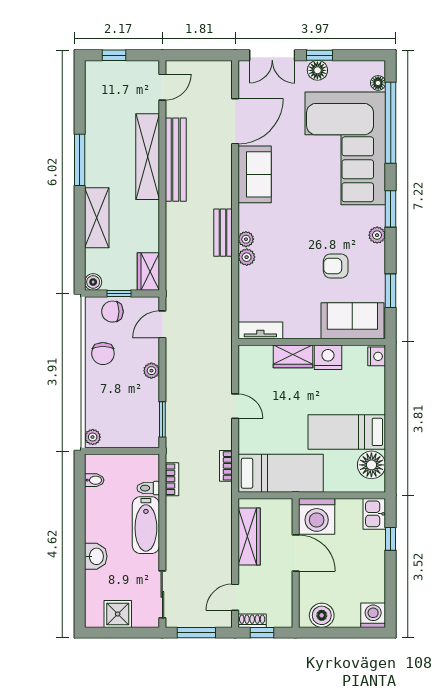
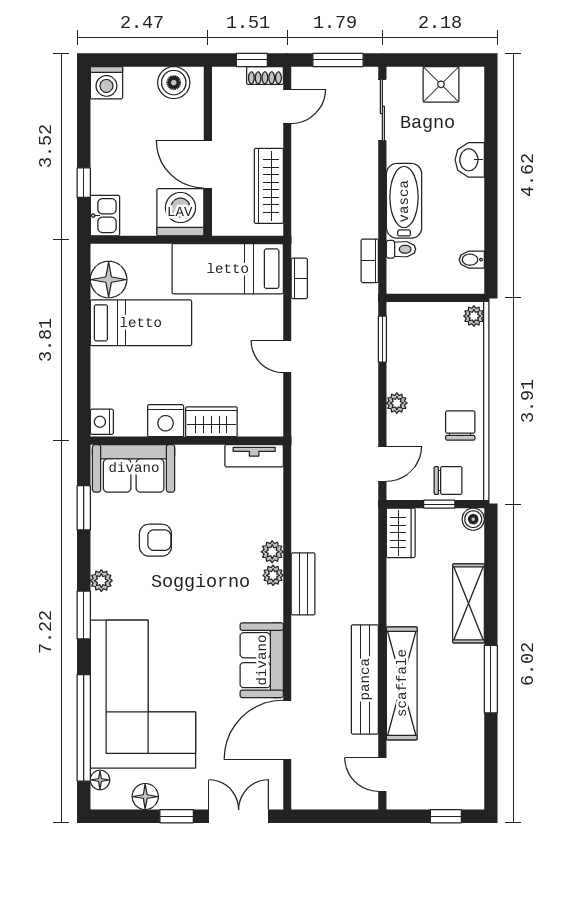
floor lamp: (317, 70) -> (145, 797), moved
door: (162, 87) -> (382, 774), hinge flipped

